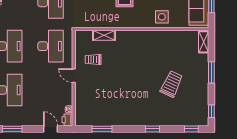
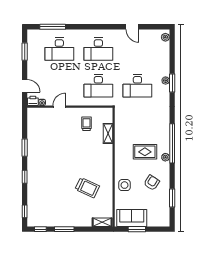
window: (211, 72) -> (64, 229), moved
door: (74, 76) -> (59, 107), moved
trolley: (172, 84) -> (87, 188), moved
door: (51, 129) -> (25, 86), hinge flipped
window: (102, 129) -> (25, 148), moved

